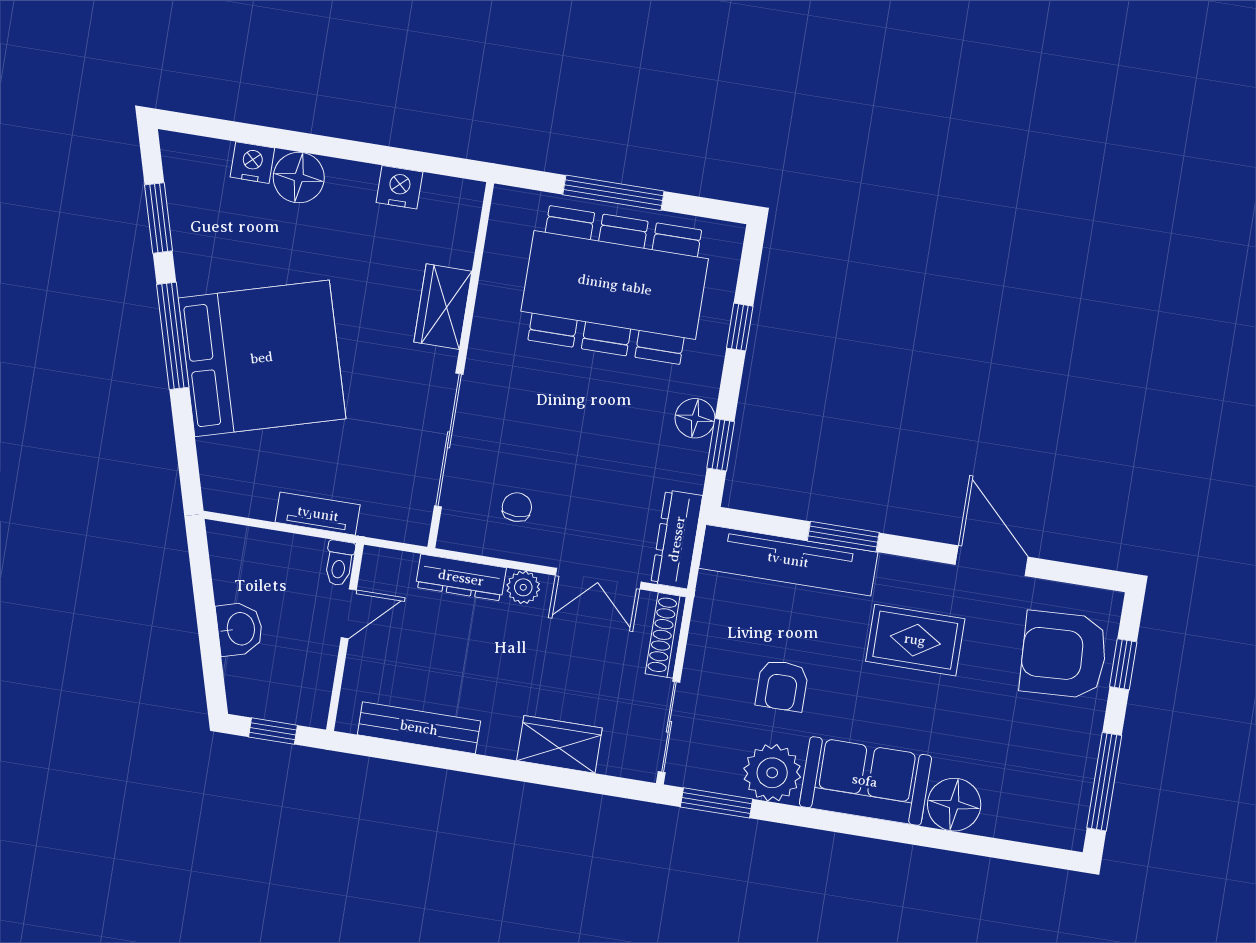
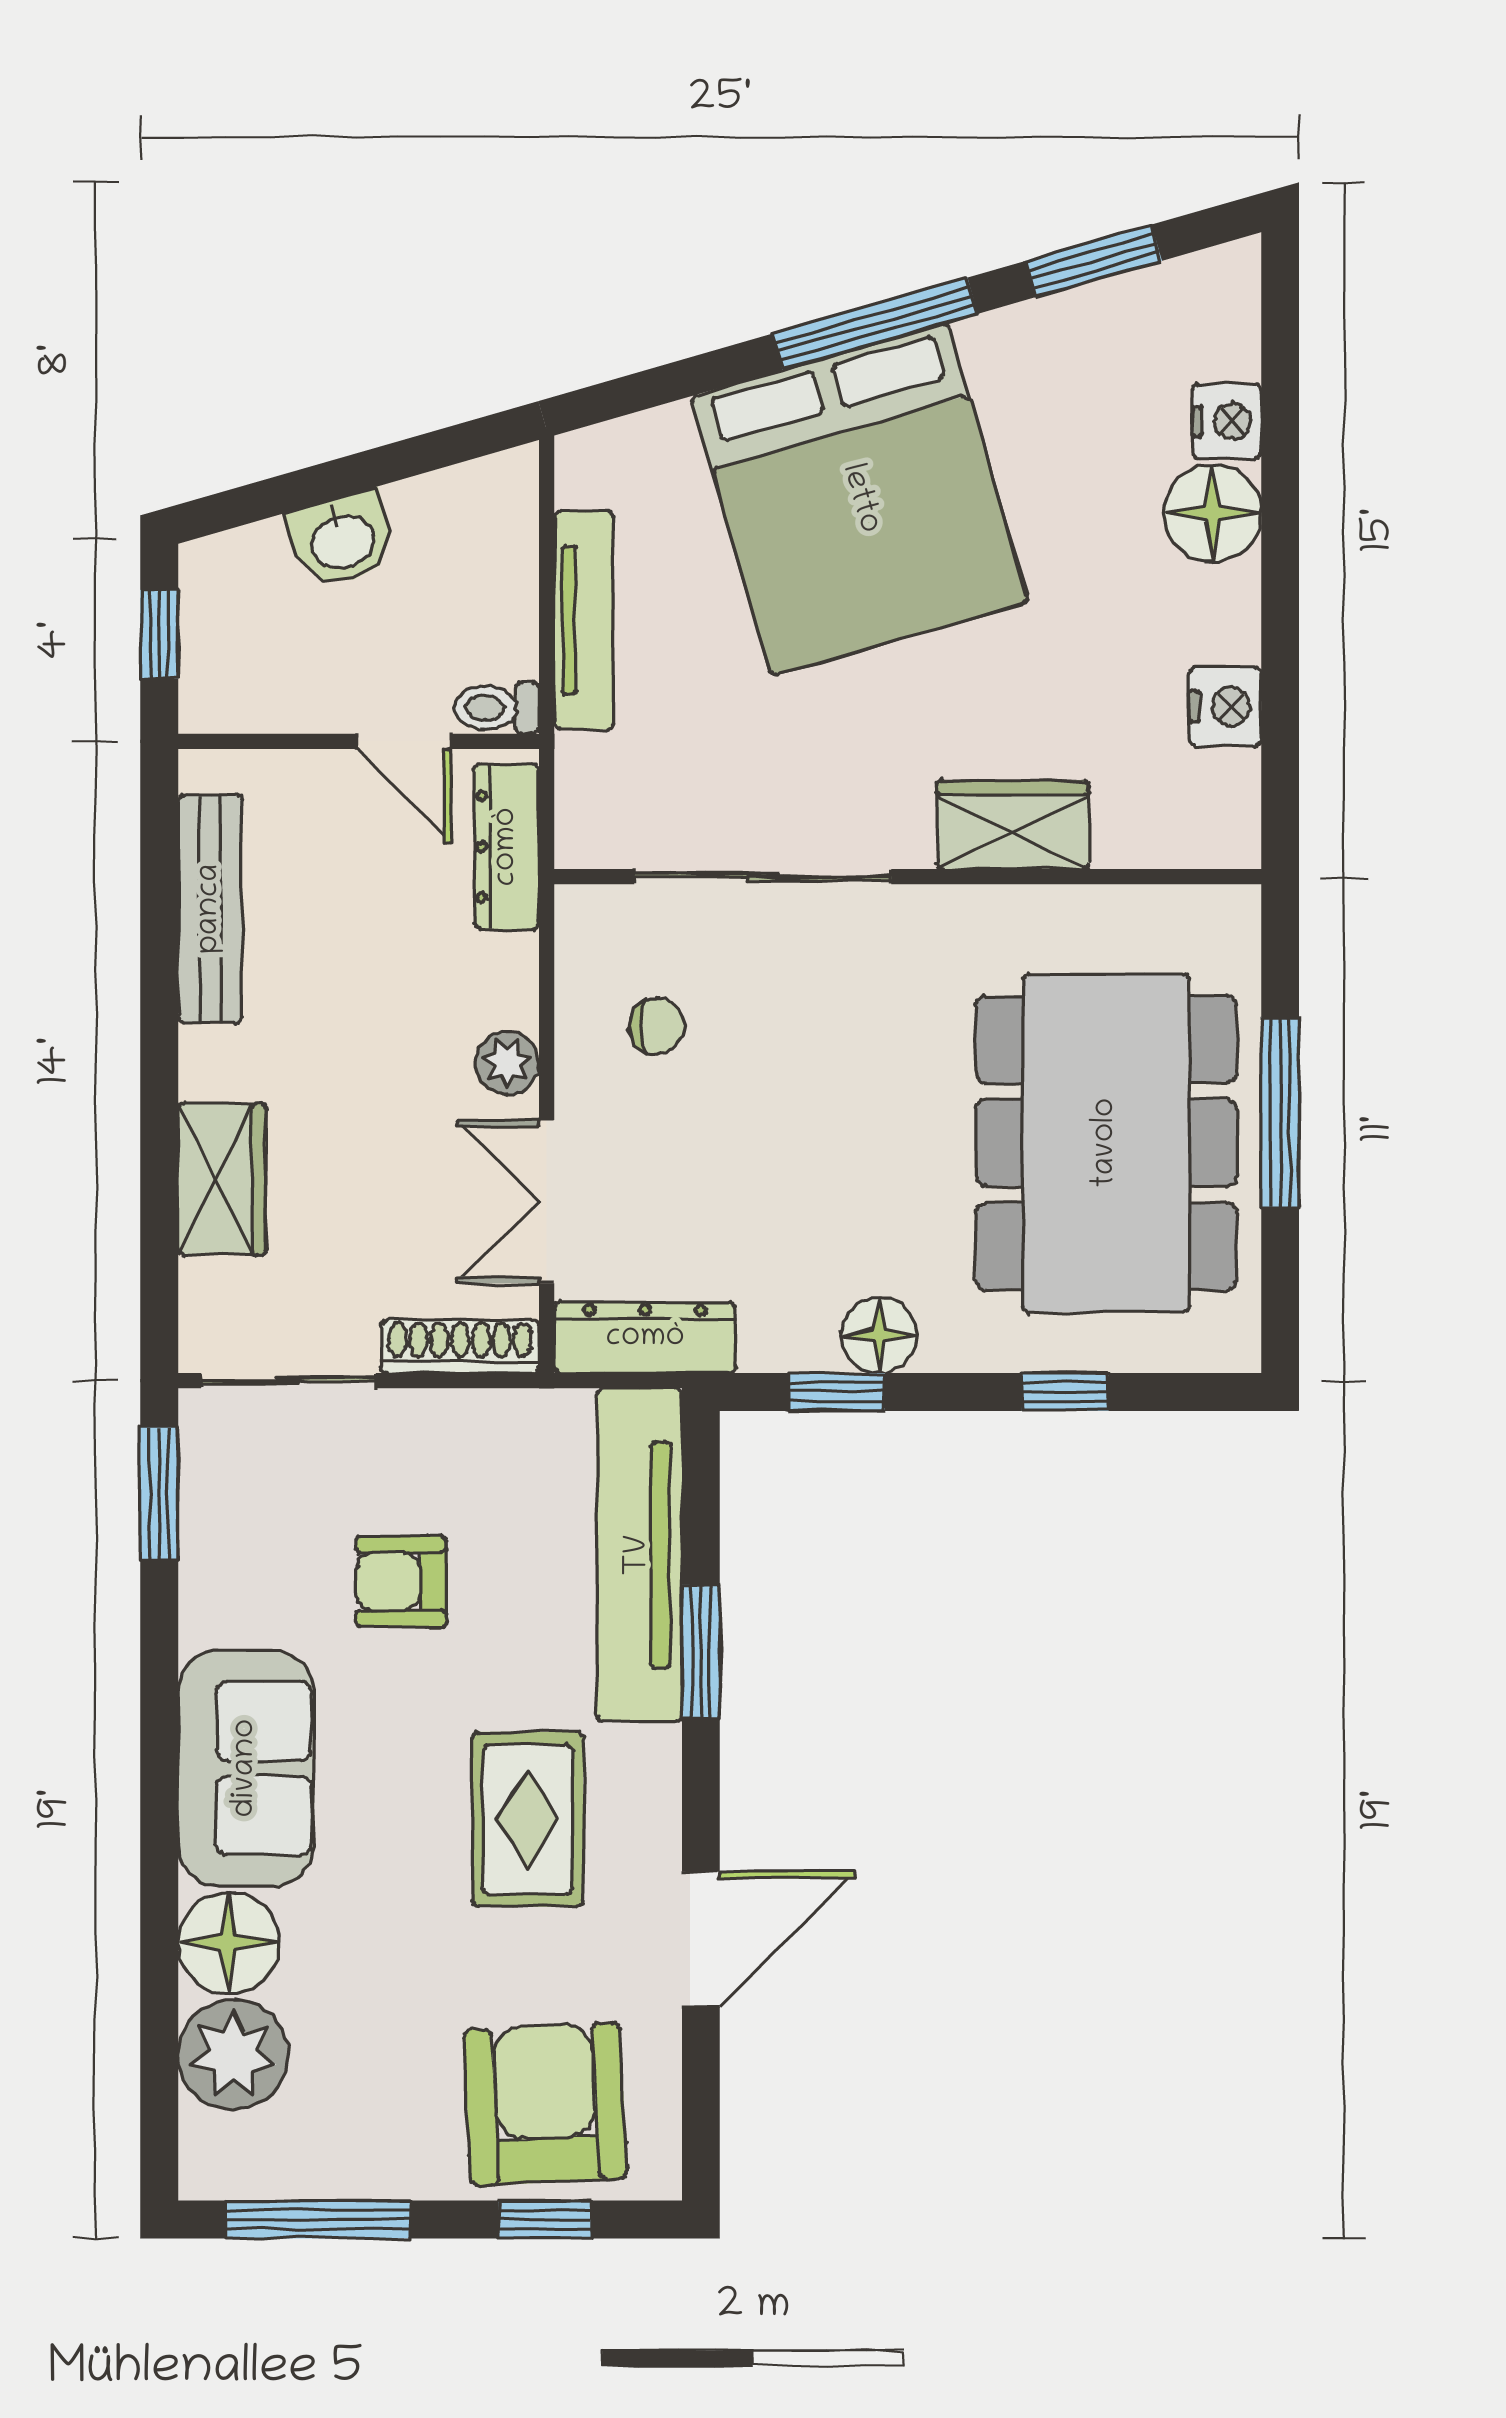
tv unit: (318, 514) -> (584, 620), width x1.41
dresser: (461, 578) -> (507, 847), moved
plant: (772, 773) -> (233, 2055), moved

